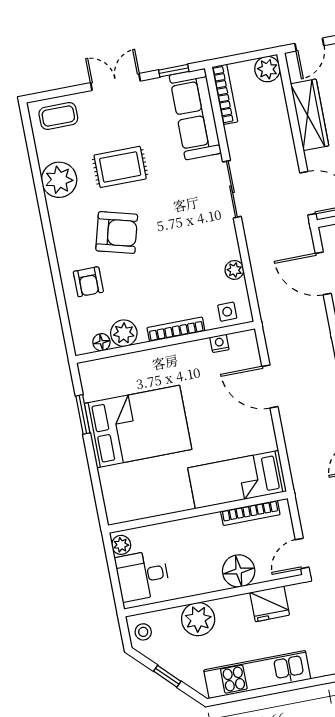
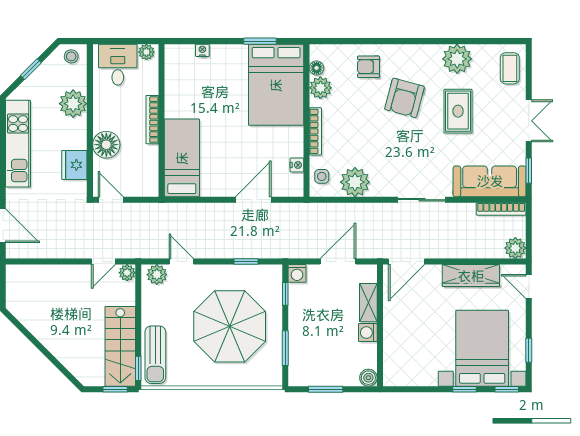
plant: (234, 270) -> (355, 182), width x1.87, depth x1.87
bed: (138, 426) -> (276, 85), moved
nightstand: (107, 480) -> (202, 50), added
bookcase: (250, 513) -> (152, 120), moved

